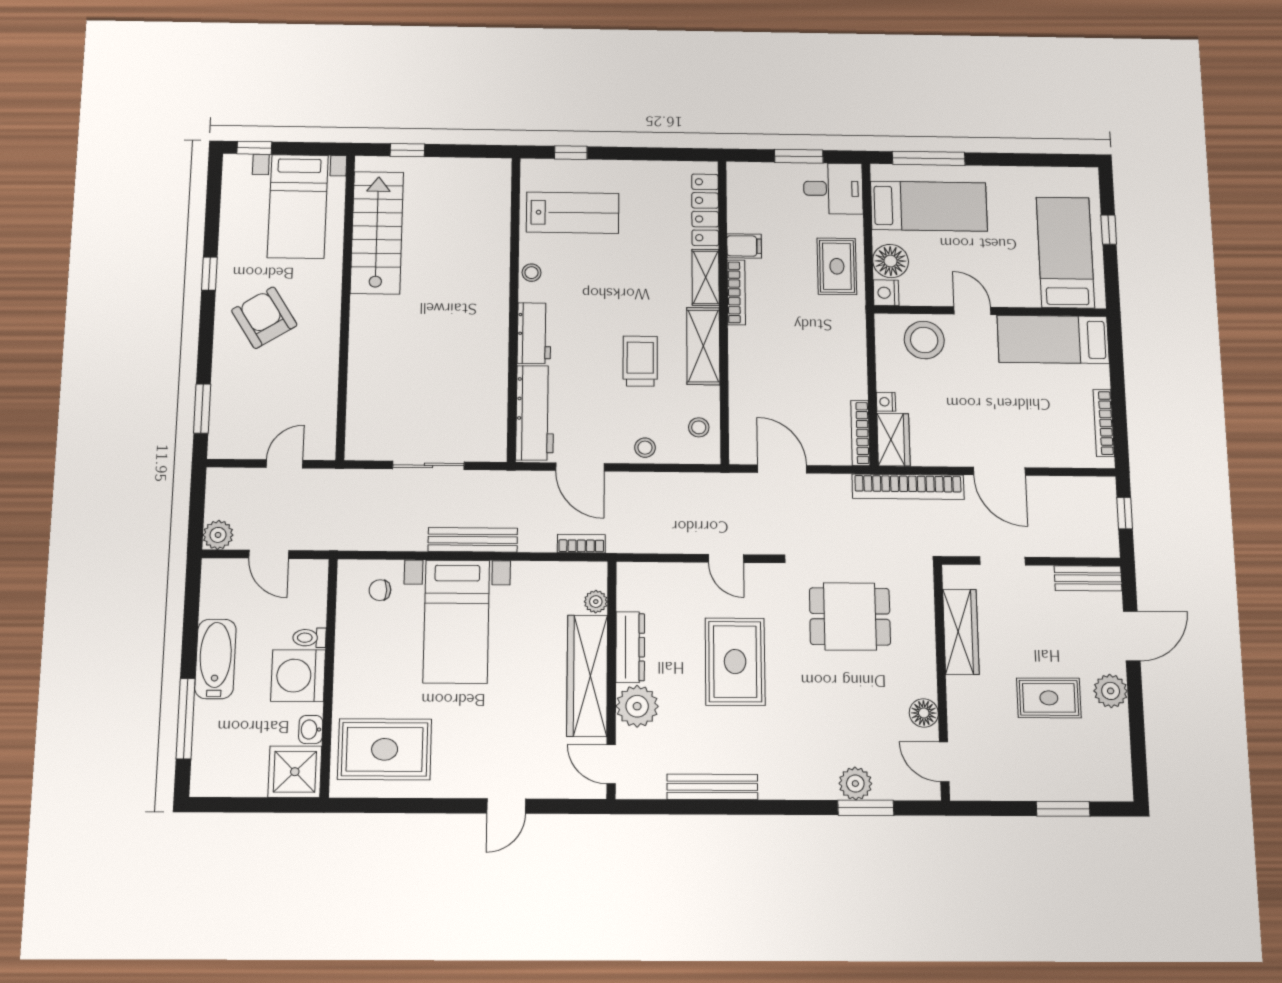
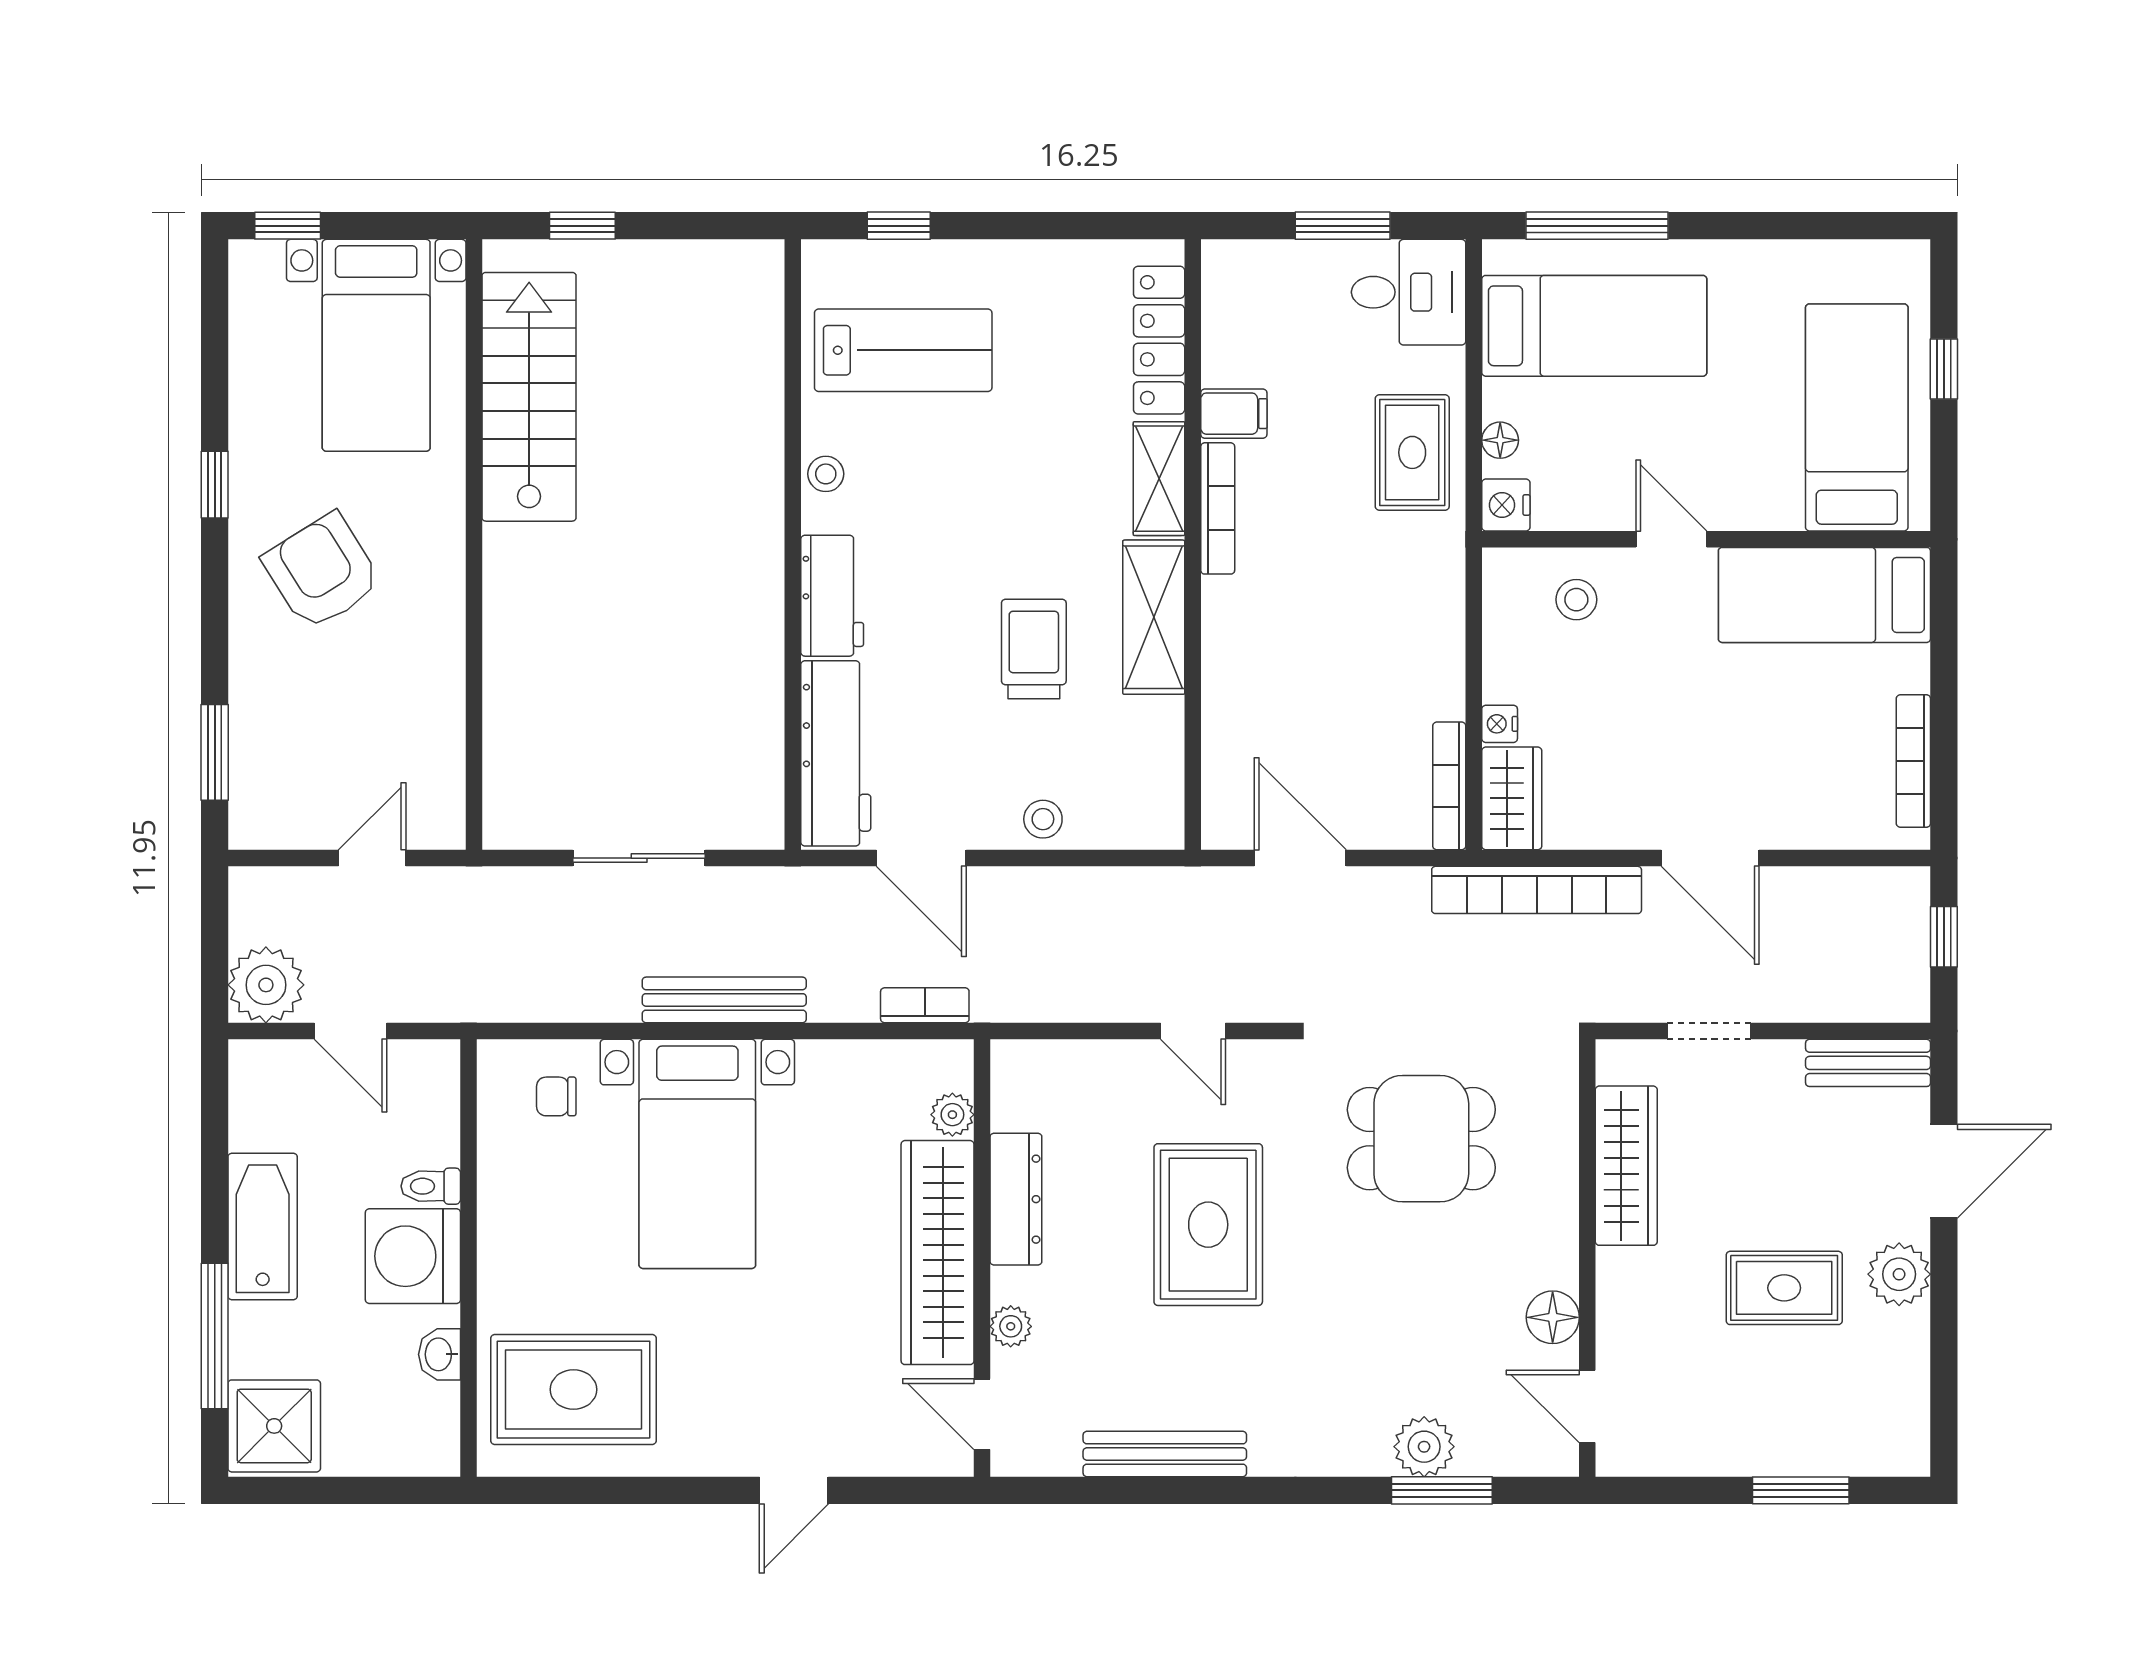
floor lamp: (891, 261) -> (1500, 440), width x0.53, depth x0.53
stool: (924, 340) -> (1576, 600), width x0.53, depth x0.53
stool: (699, 427) -> (1144, 778), removed
plant: (218, 535) -> (266, 985), width x1.36, depth x1.36
plant: (637, 706) -> (1011, 1326), width x0.53, depth x0.53
shower: (295, 772) -> (274, 1426), moved

